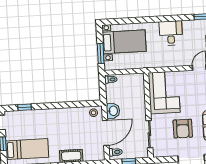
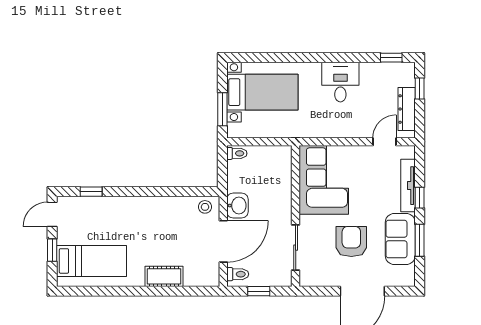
armchair: (183, 129) -> (351, 242), turned 180

